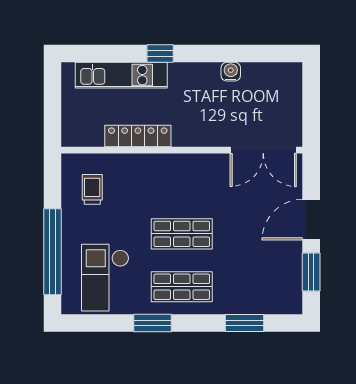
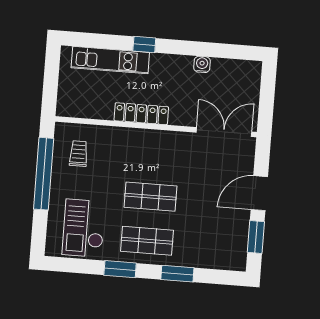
locker: (138, 136) -> (141, 114), moved
double door: (263, 150) -> (224, 132), swing flipped
window: (52, 252) -> (44, 174), moved
window: (244, 323) -> (177, 274), moved

